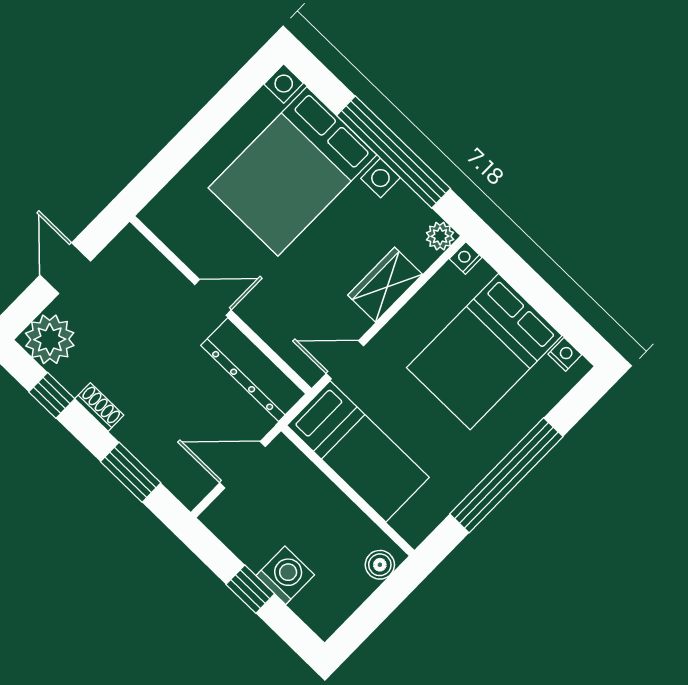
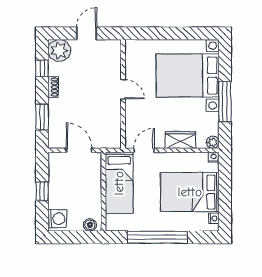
window: (394, 152) -> (225, 102), width x0.68
door: (345, 360) -> (144, 150), hinge flipped
dresser: (253, 370) -> (113, 124), removed
washing machine: (285, 575) -> (57, 219), moved

